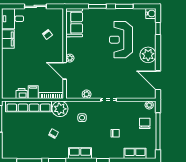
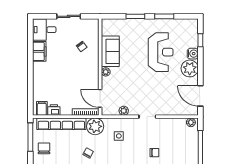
water cooler: (151, 13) -> (193, 54), moved
sofa: (74, 23) -> (110, 51), moved
reception desk: (121, 40) -> (161, 52), turned 180
door: (65, 71) -> (100, 98), moved
filing cabinet: (33, 92) -> (42, 108), moved
chair: (145, 123) -> (44, 148), moved

